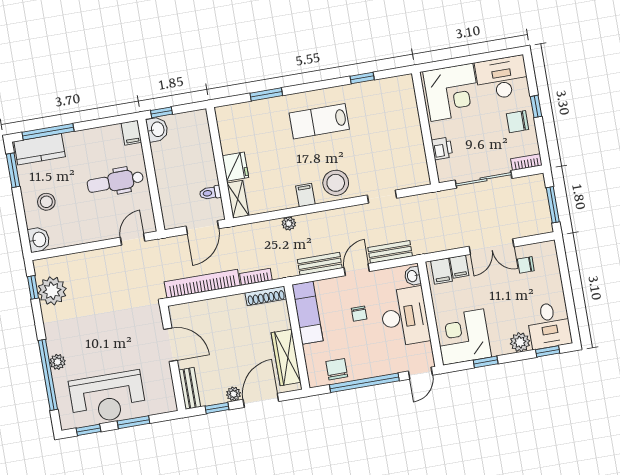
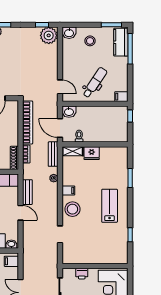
washbasin: (157, 129) -> (69, 112), moved
dental chair: (115, 182) -> (95, 83), turned 35
bench: (390, 252) -> (53, 154), moved
filing cabinet: (459, 267) -> (12, 272), removed
plant: (52, 291) -> (49, 35), moved

